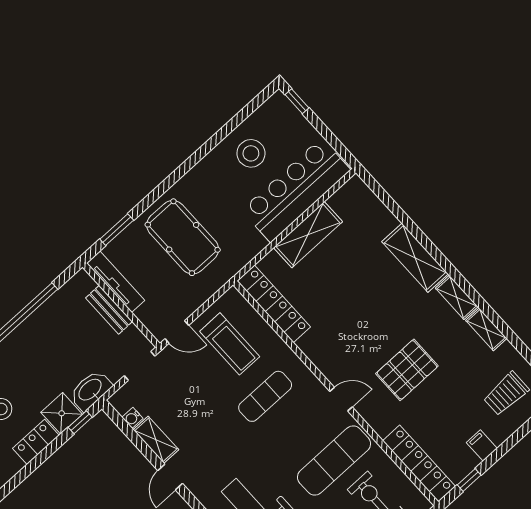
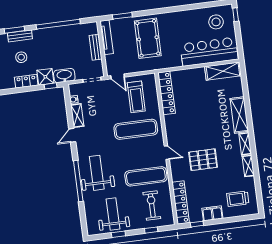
stool: (251, 153) -> (216, 22), moved
shelving: (308, 235) -> (223, 71), moved
exercise mat: (265, 396) -> (136, 129), width x1.36, depth x1.45
filing cabinet: (482, 445) -> (212, 213), width x2.00

